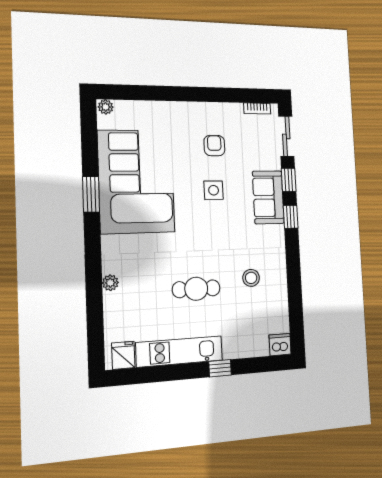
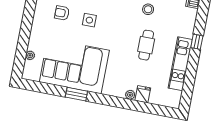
plant: (106, 107) -> (30, 55), moved
fridge: (123, 355) -> (143, 94), moved, turned 90

